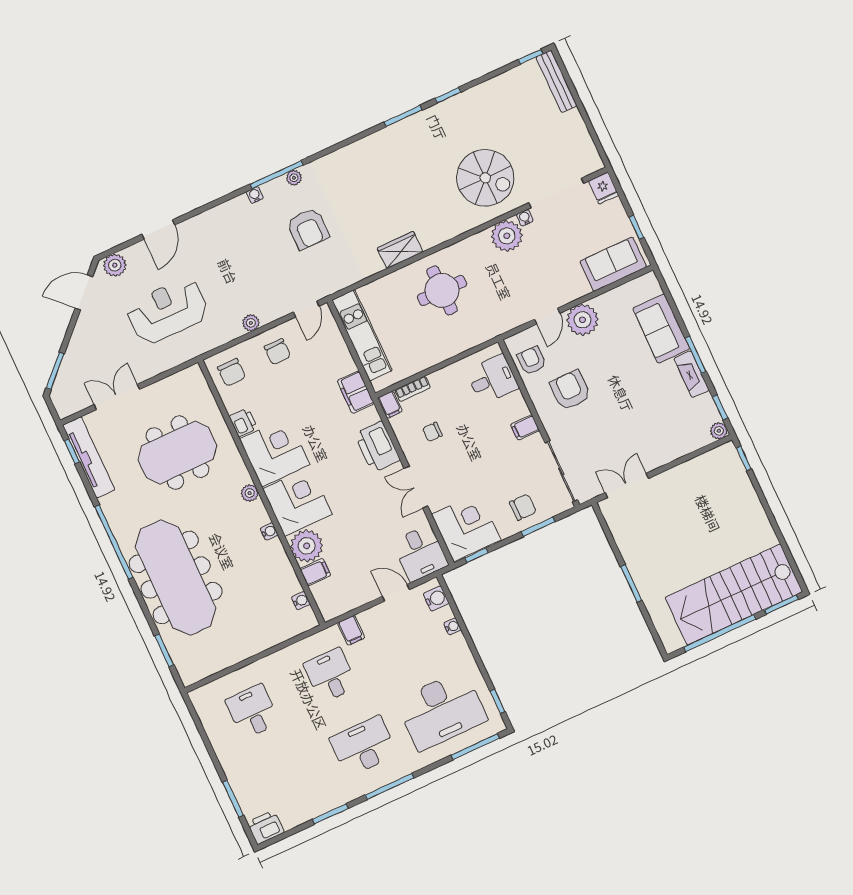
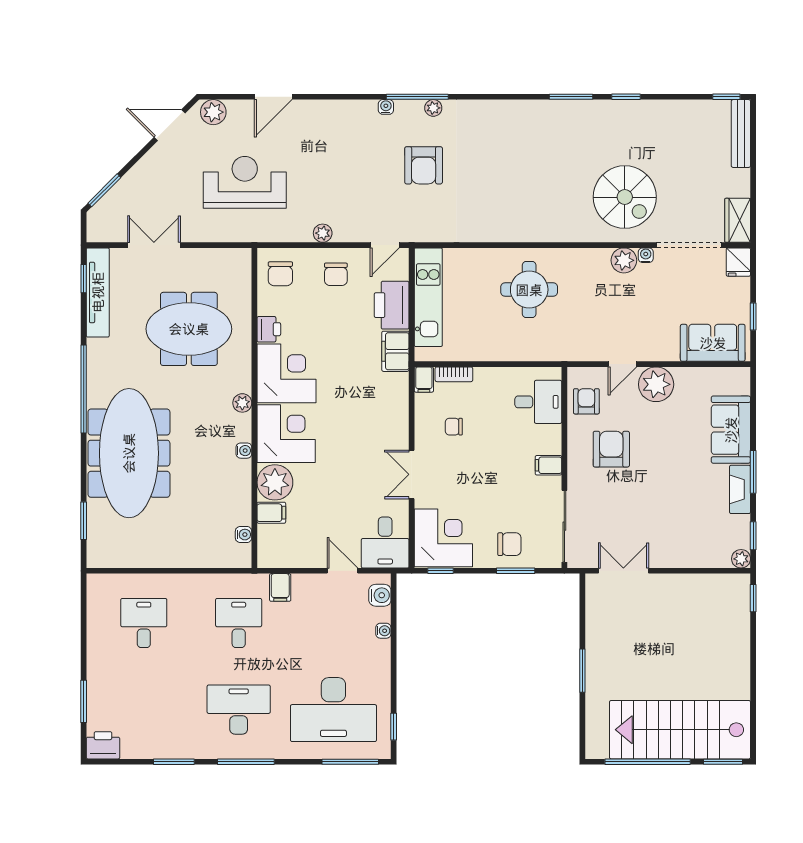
plant: (507, 236) -> (624, 260), width x0.73, depth x0.73
wardrobe: (400, 250) -> (738, 220), moved, turned -90
printer: (377, 447) -> (392, 305), moved

